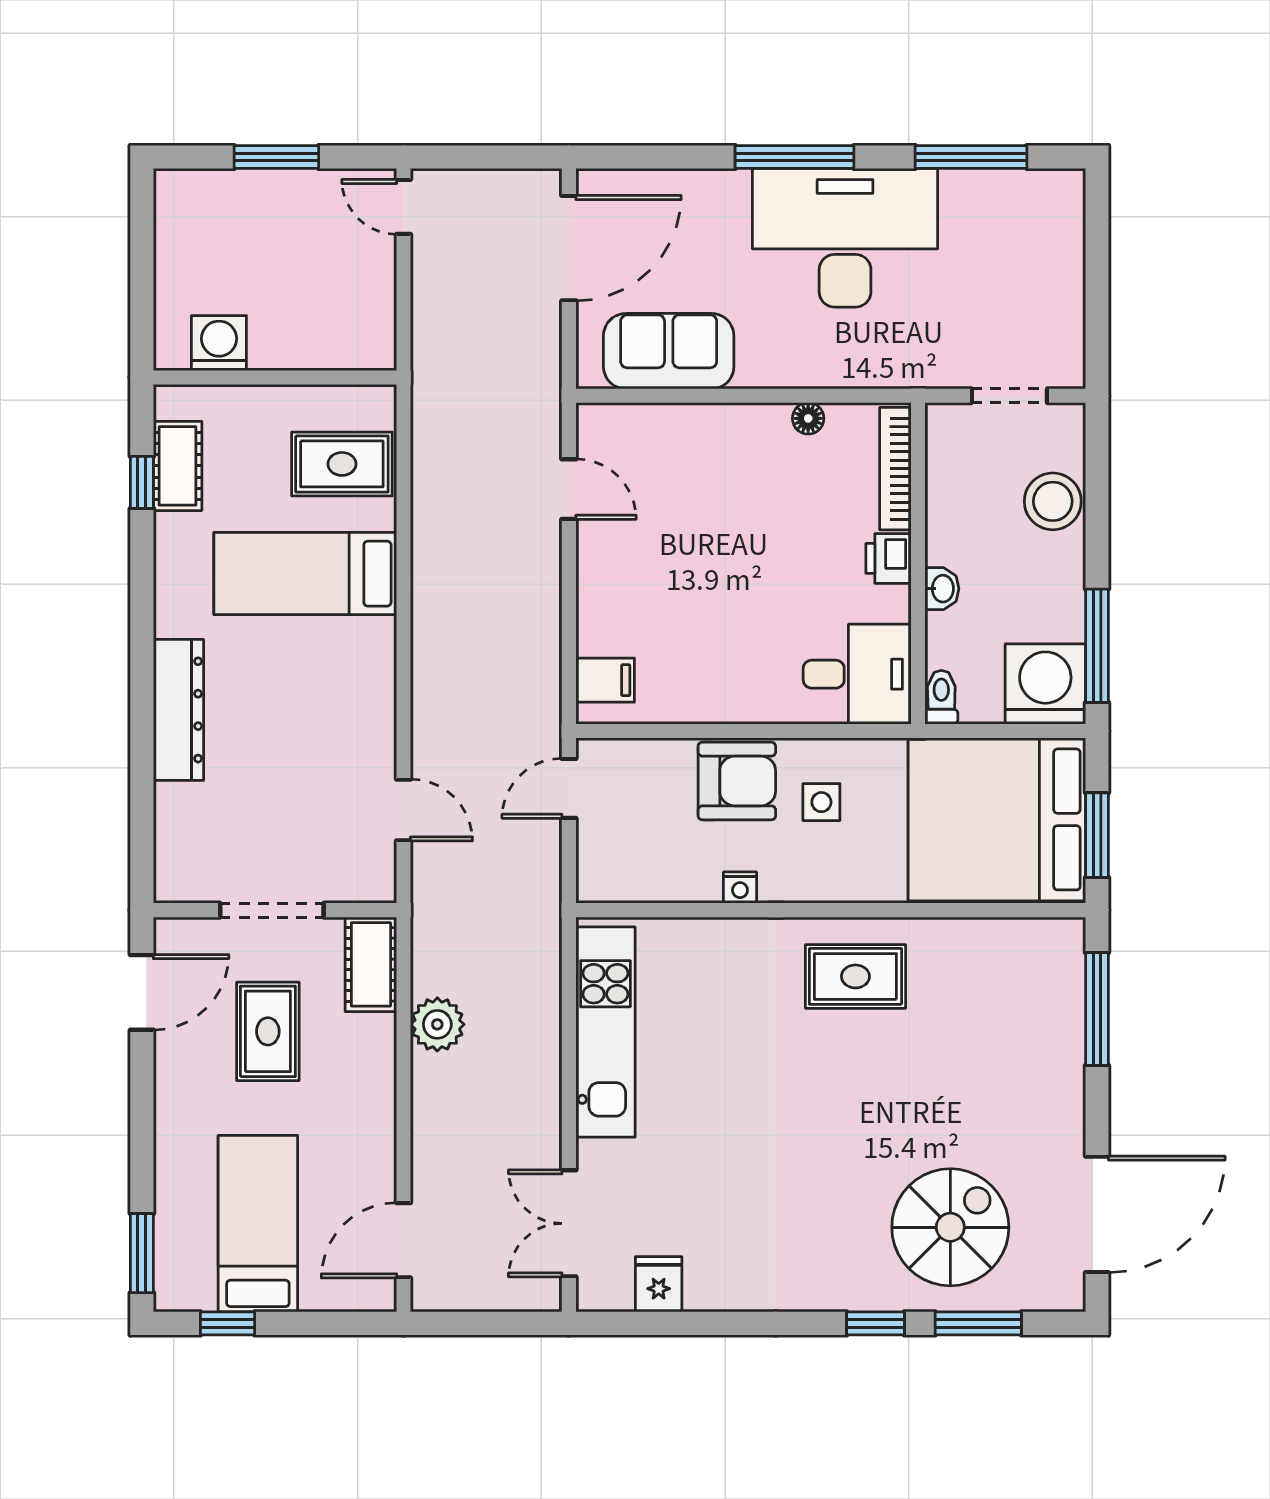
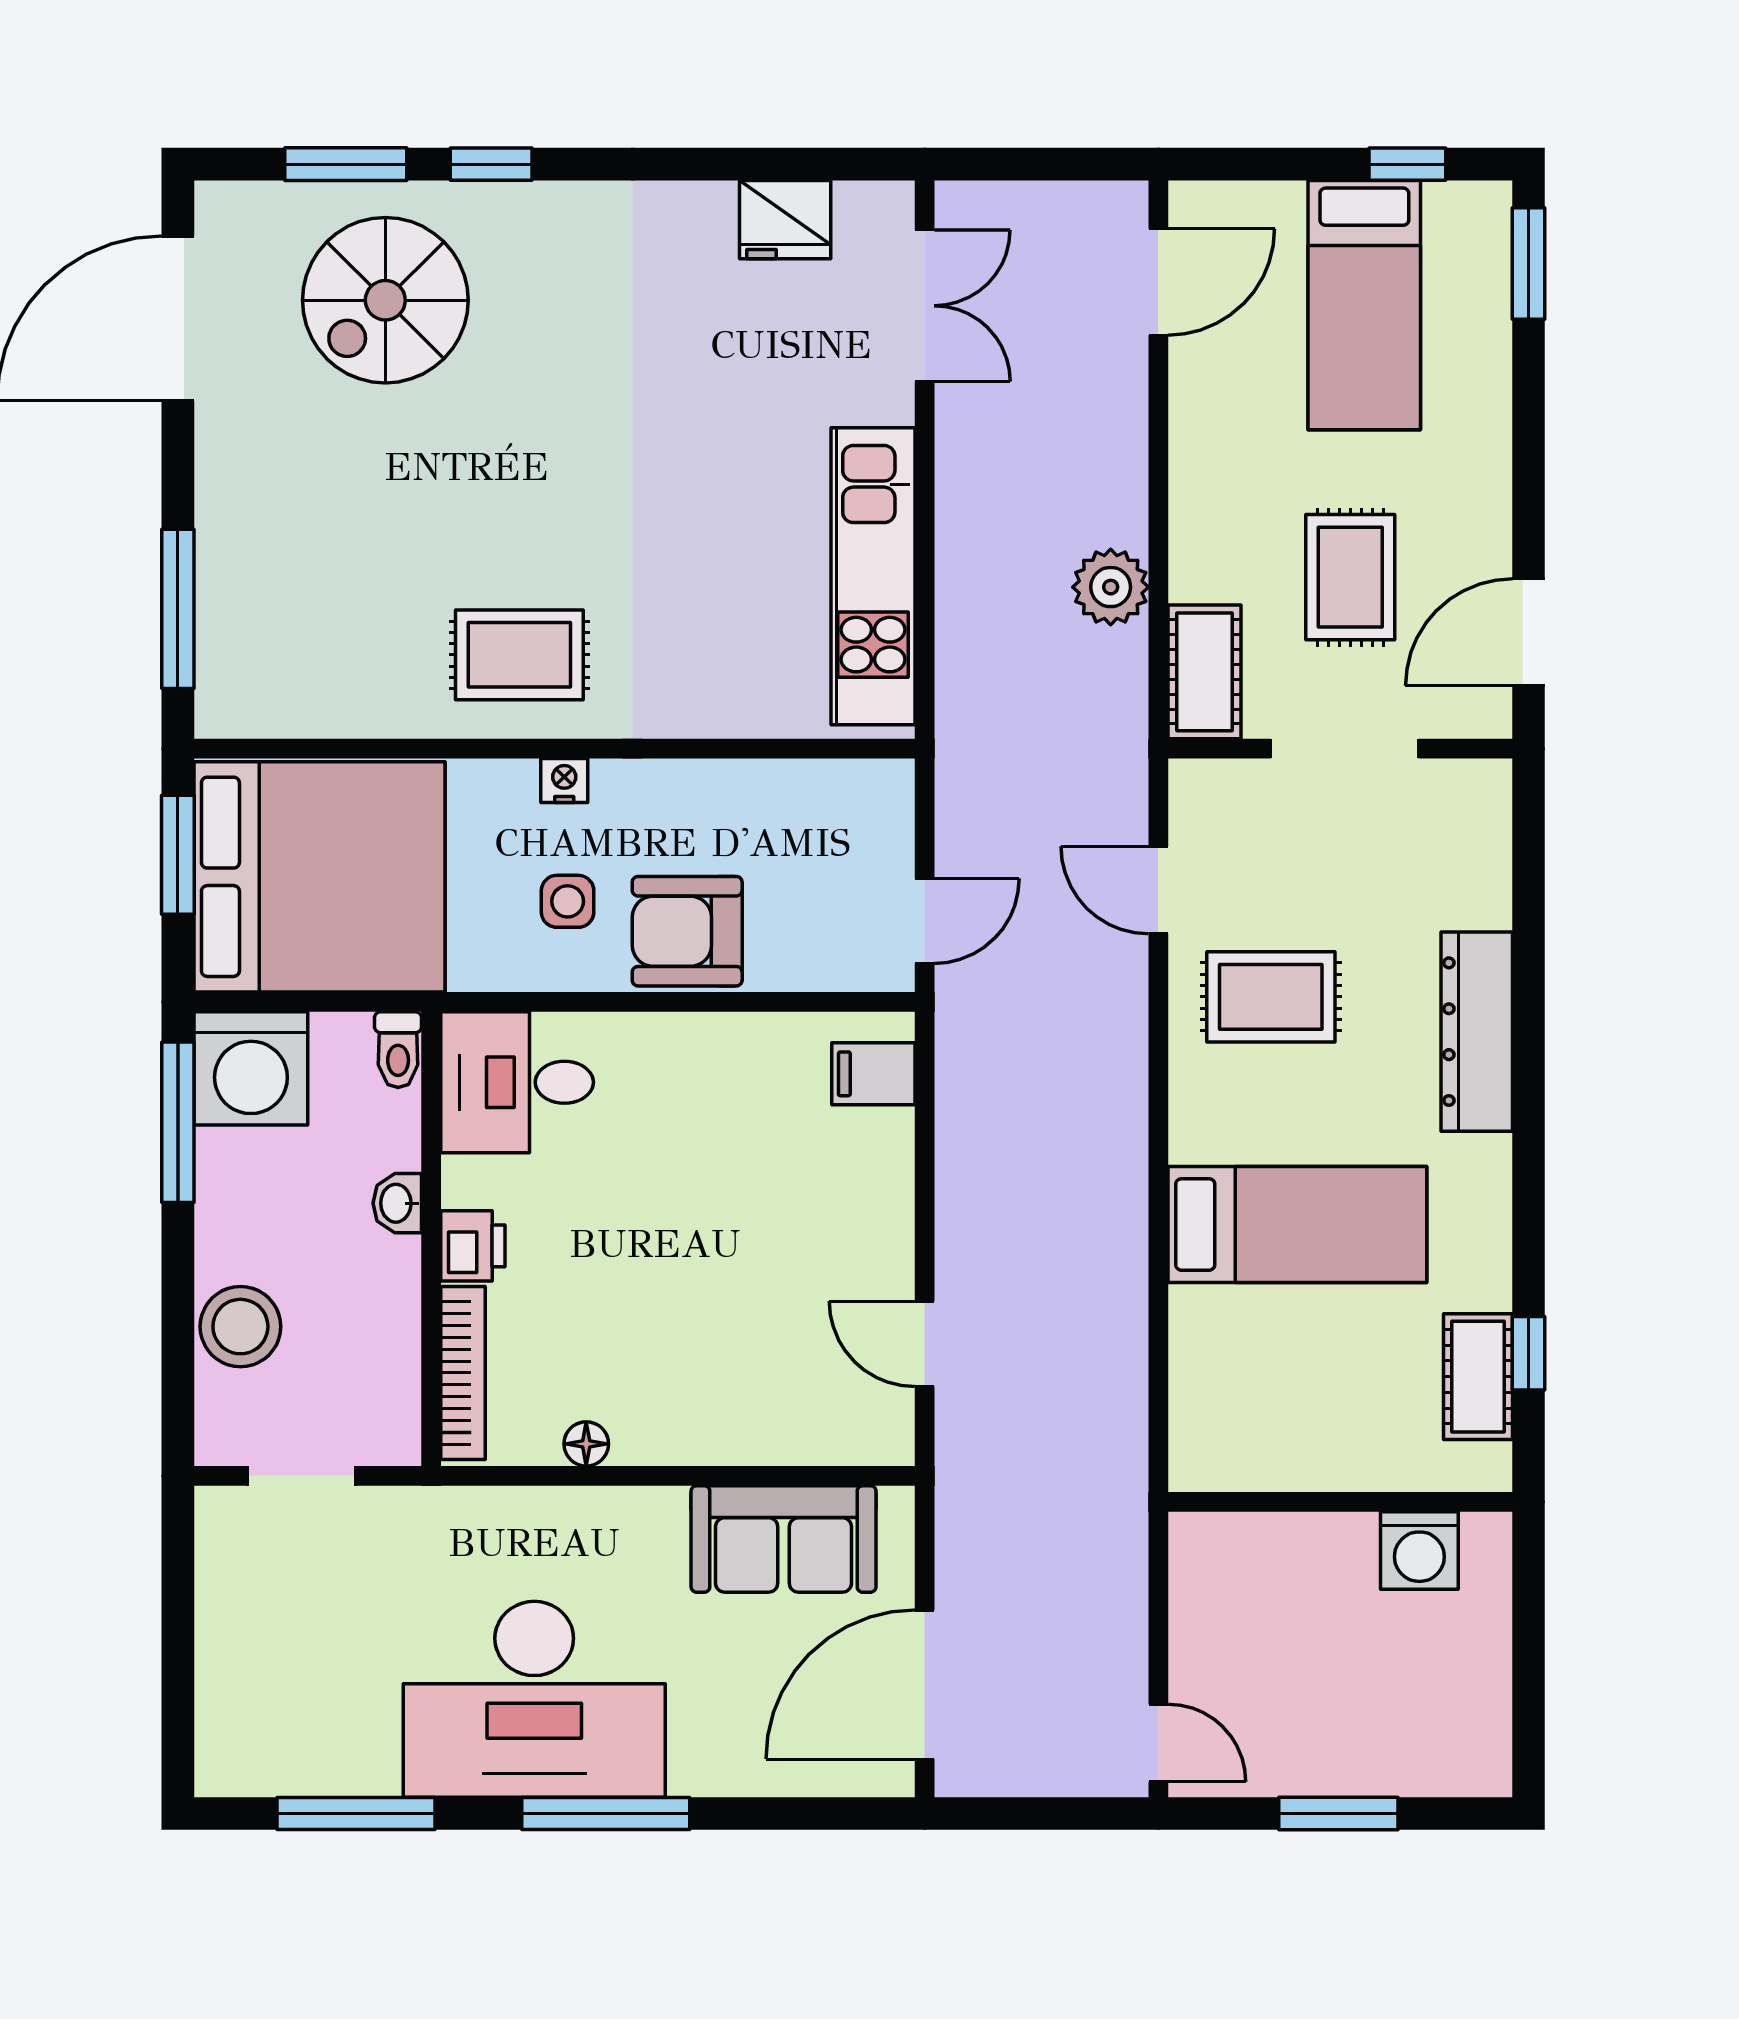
rug: (342, 464) -> (1271, 997), moved
nightstand: (740, 888) -> (564, 780), moved
fridge: (659, 1284) -> (785, 220), width x1.38

